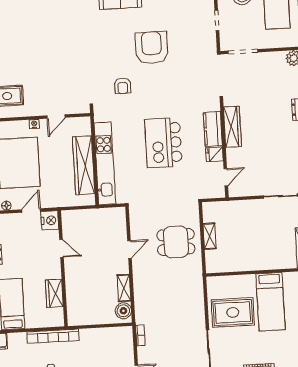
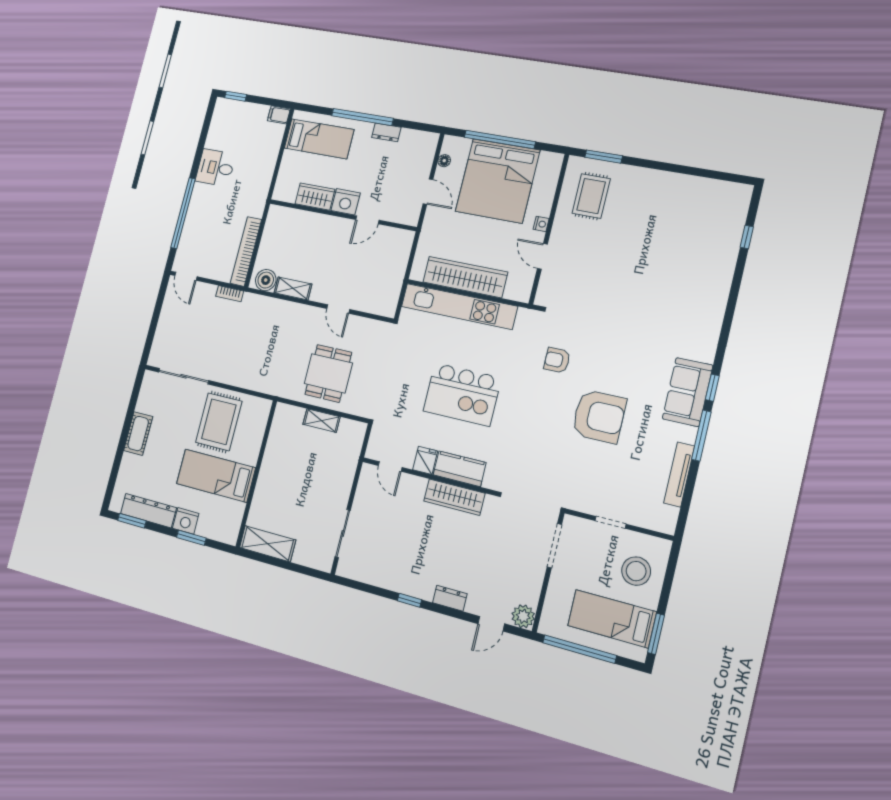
kitchen island: (163, 143) -> (462, 394), turned 180
nightstand: (50, 220) -> (346, 202), moved
bookcase: (53, 336) -> (246, 251), moved

